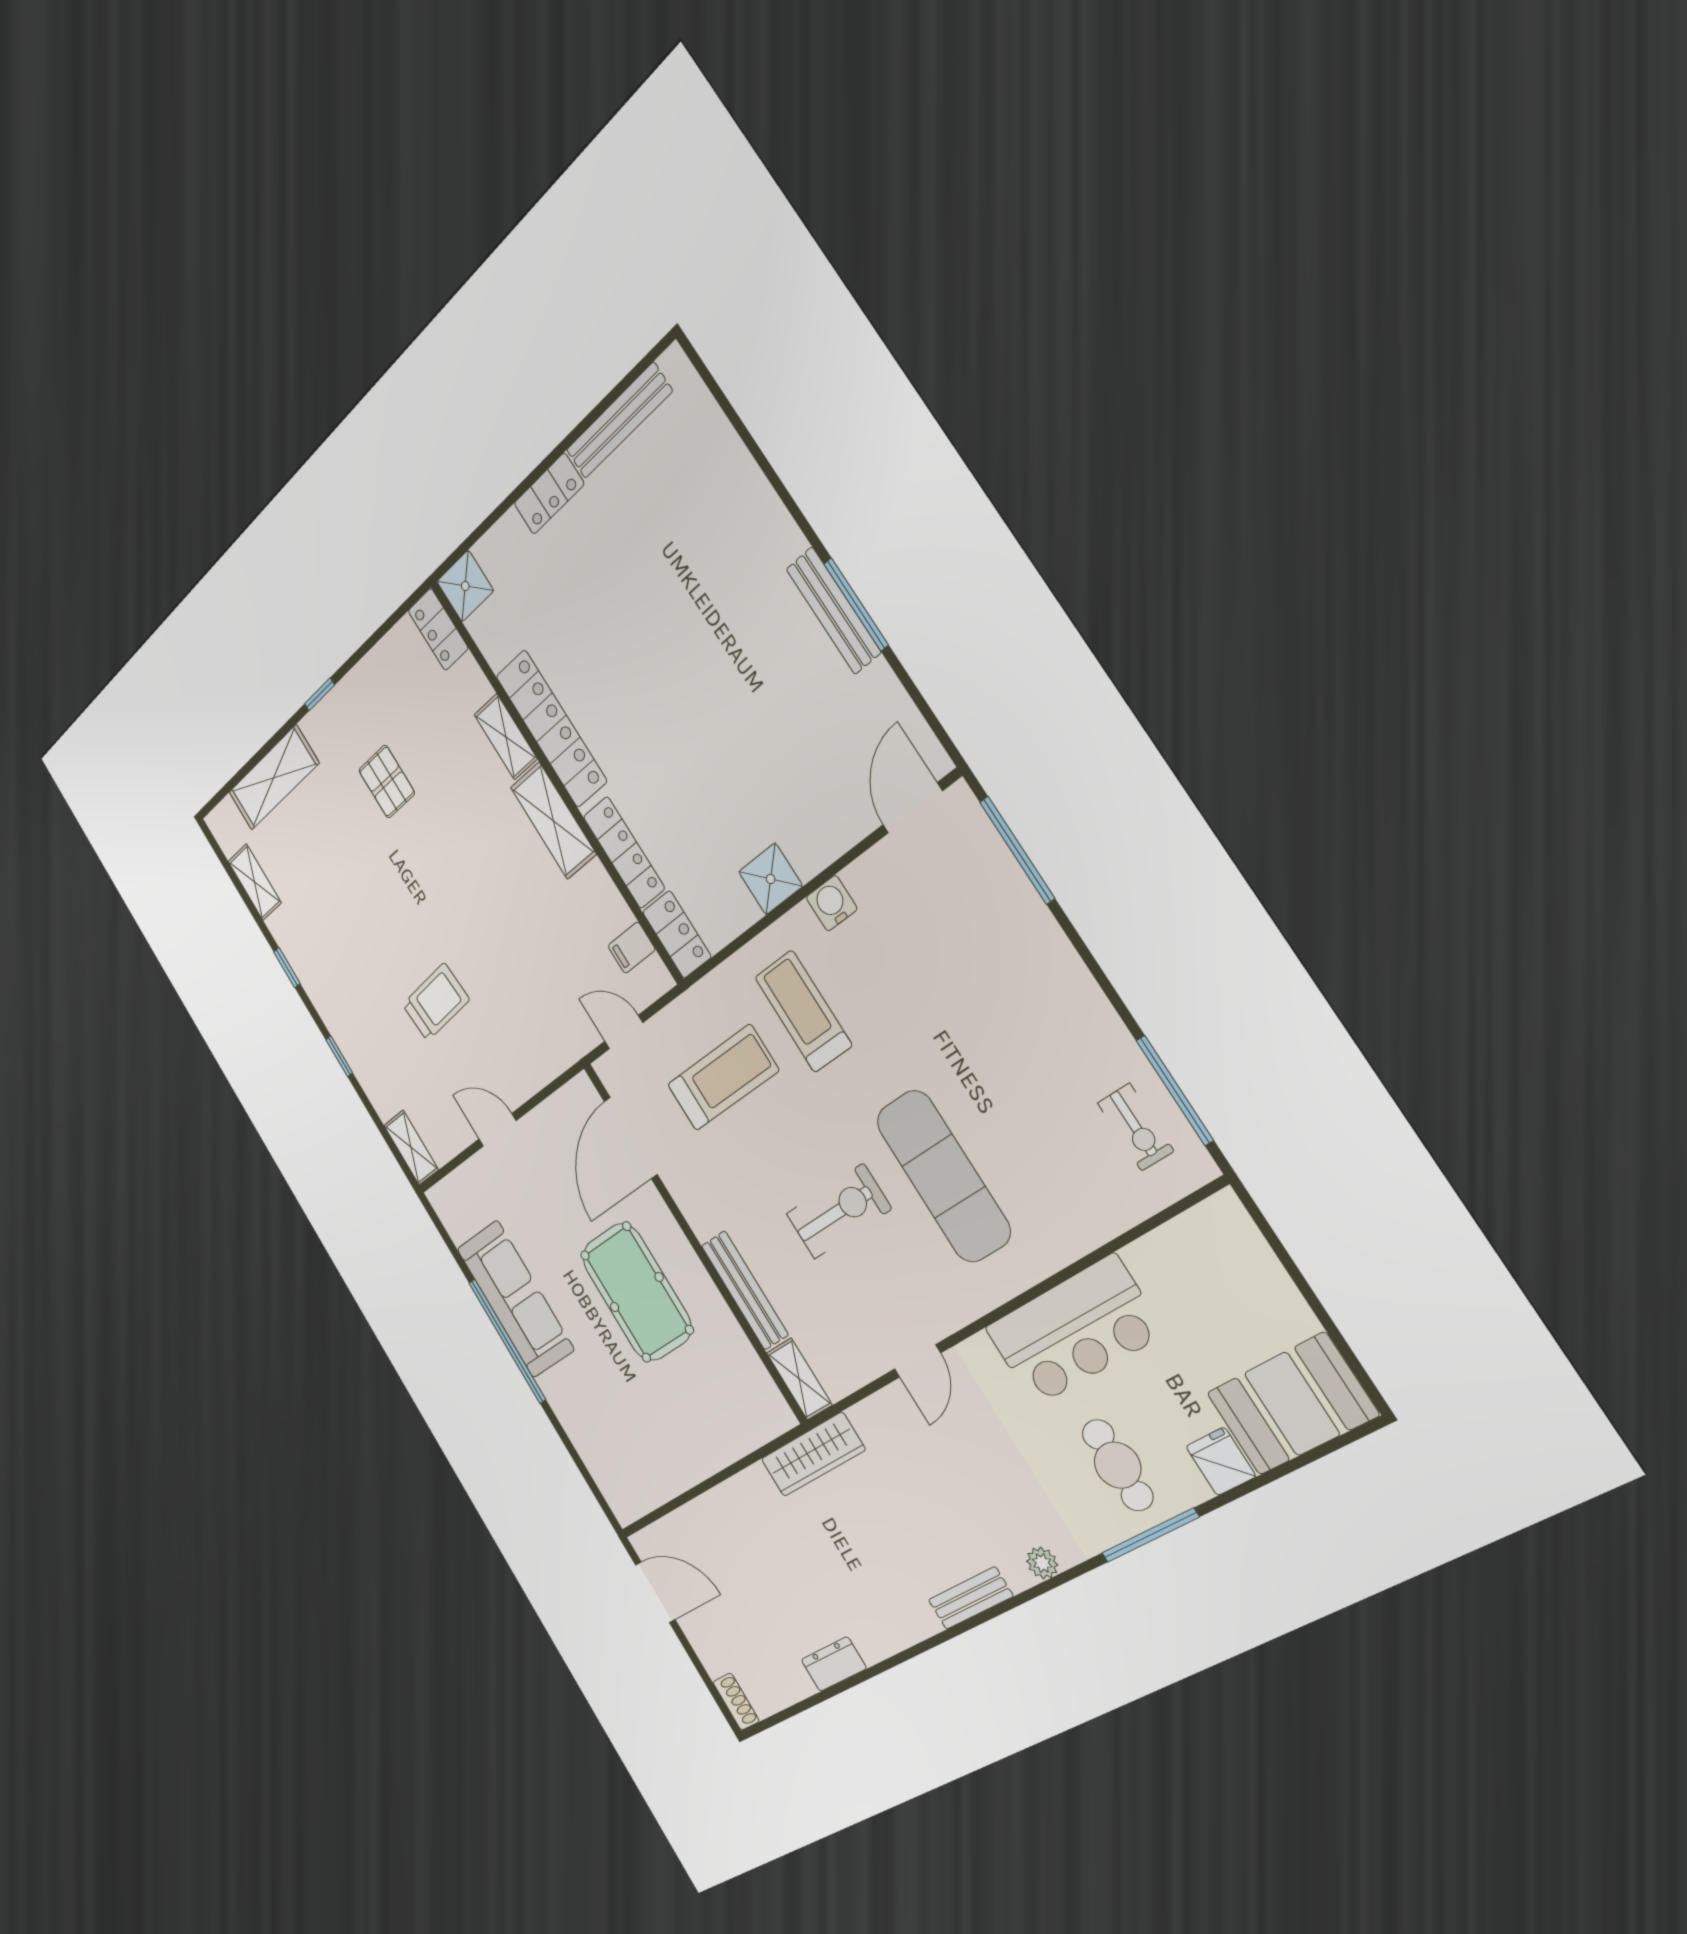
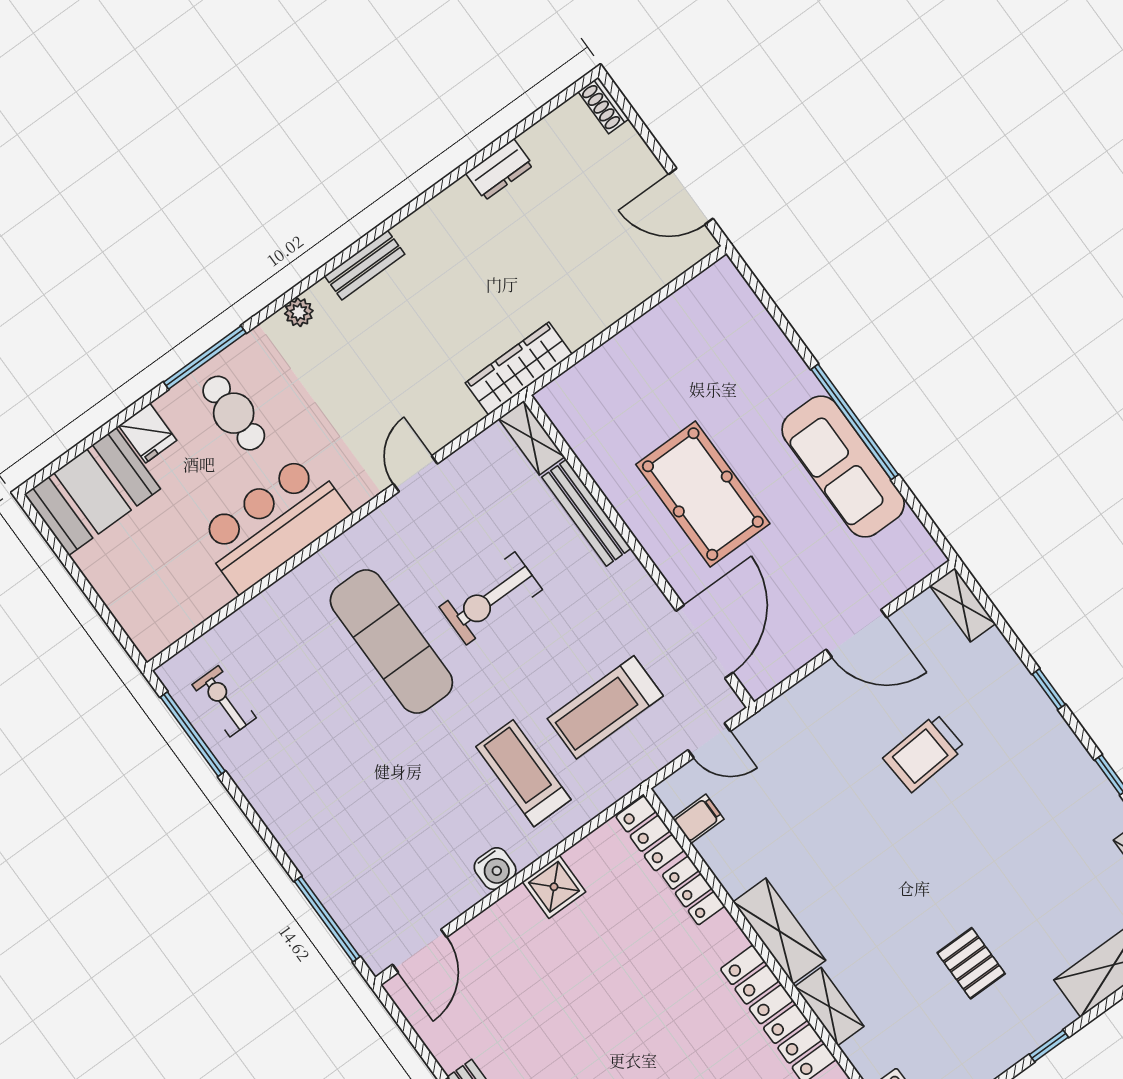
locker: (624, 852) -> (693, 891), width x0.66
treadmill: (803, 1011) -> (523, 773), turned 180
door: (497, 1130) -> (856, 634), width x1.38

